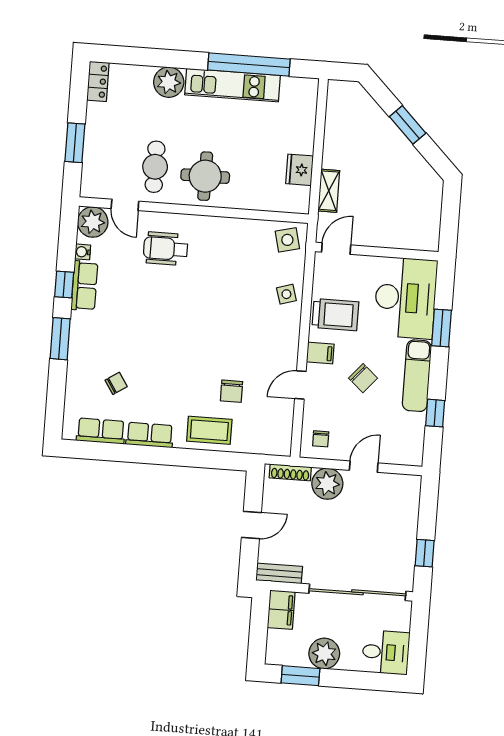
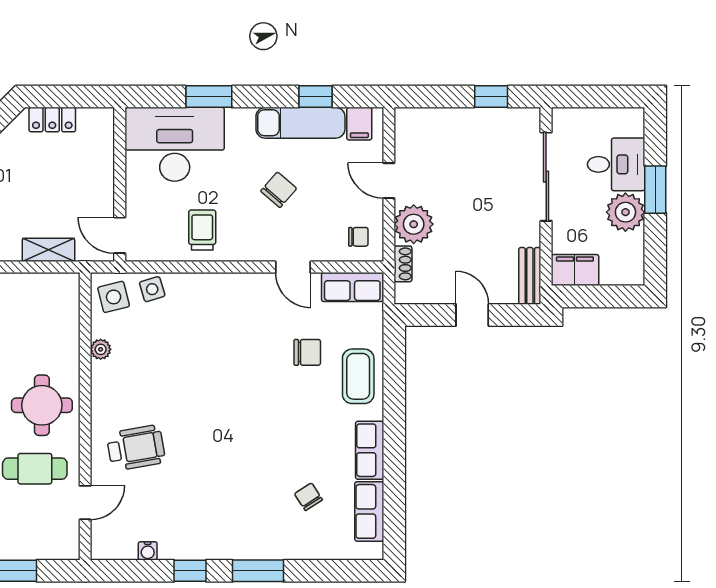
fridge: (299, 170) -> (25, 288), removed
locker: (433, 202) -> (52, 120), added
plant: (93, 222) -> (101, 349), moved, width x0.53, depth x0.53
wheelchair: (165, 249) -> (136, 448), turned -100
row of seats: (84, 286) -> (352, 287), moved, turned 180
side table: (286, 294) -> (152, 289), moved
trolley: (335, 315) -> (202, 230), width x0.73, depth x0.72
filing cabinet: (320, 353) -> (359, 124), moved, turned 180
exam couch: (417, 376) -> (300, 123), moved
shoe rack: (290, 472) -> (403, 264), width x0.70
sliding door: (357, 592) -> (546, 177), width x0.73
desk: (386, 652) -> (616, 164), moved, turned 90
window: (300, 676) -> (655, 190), moved

